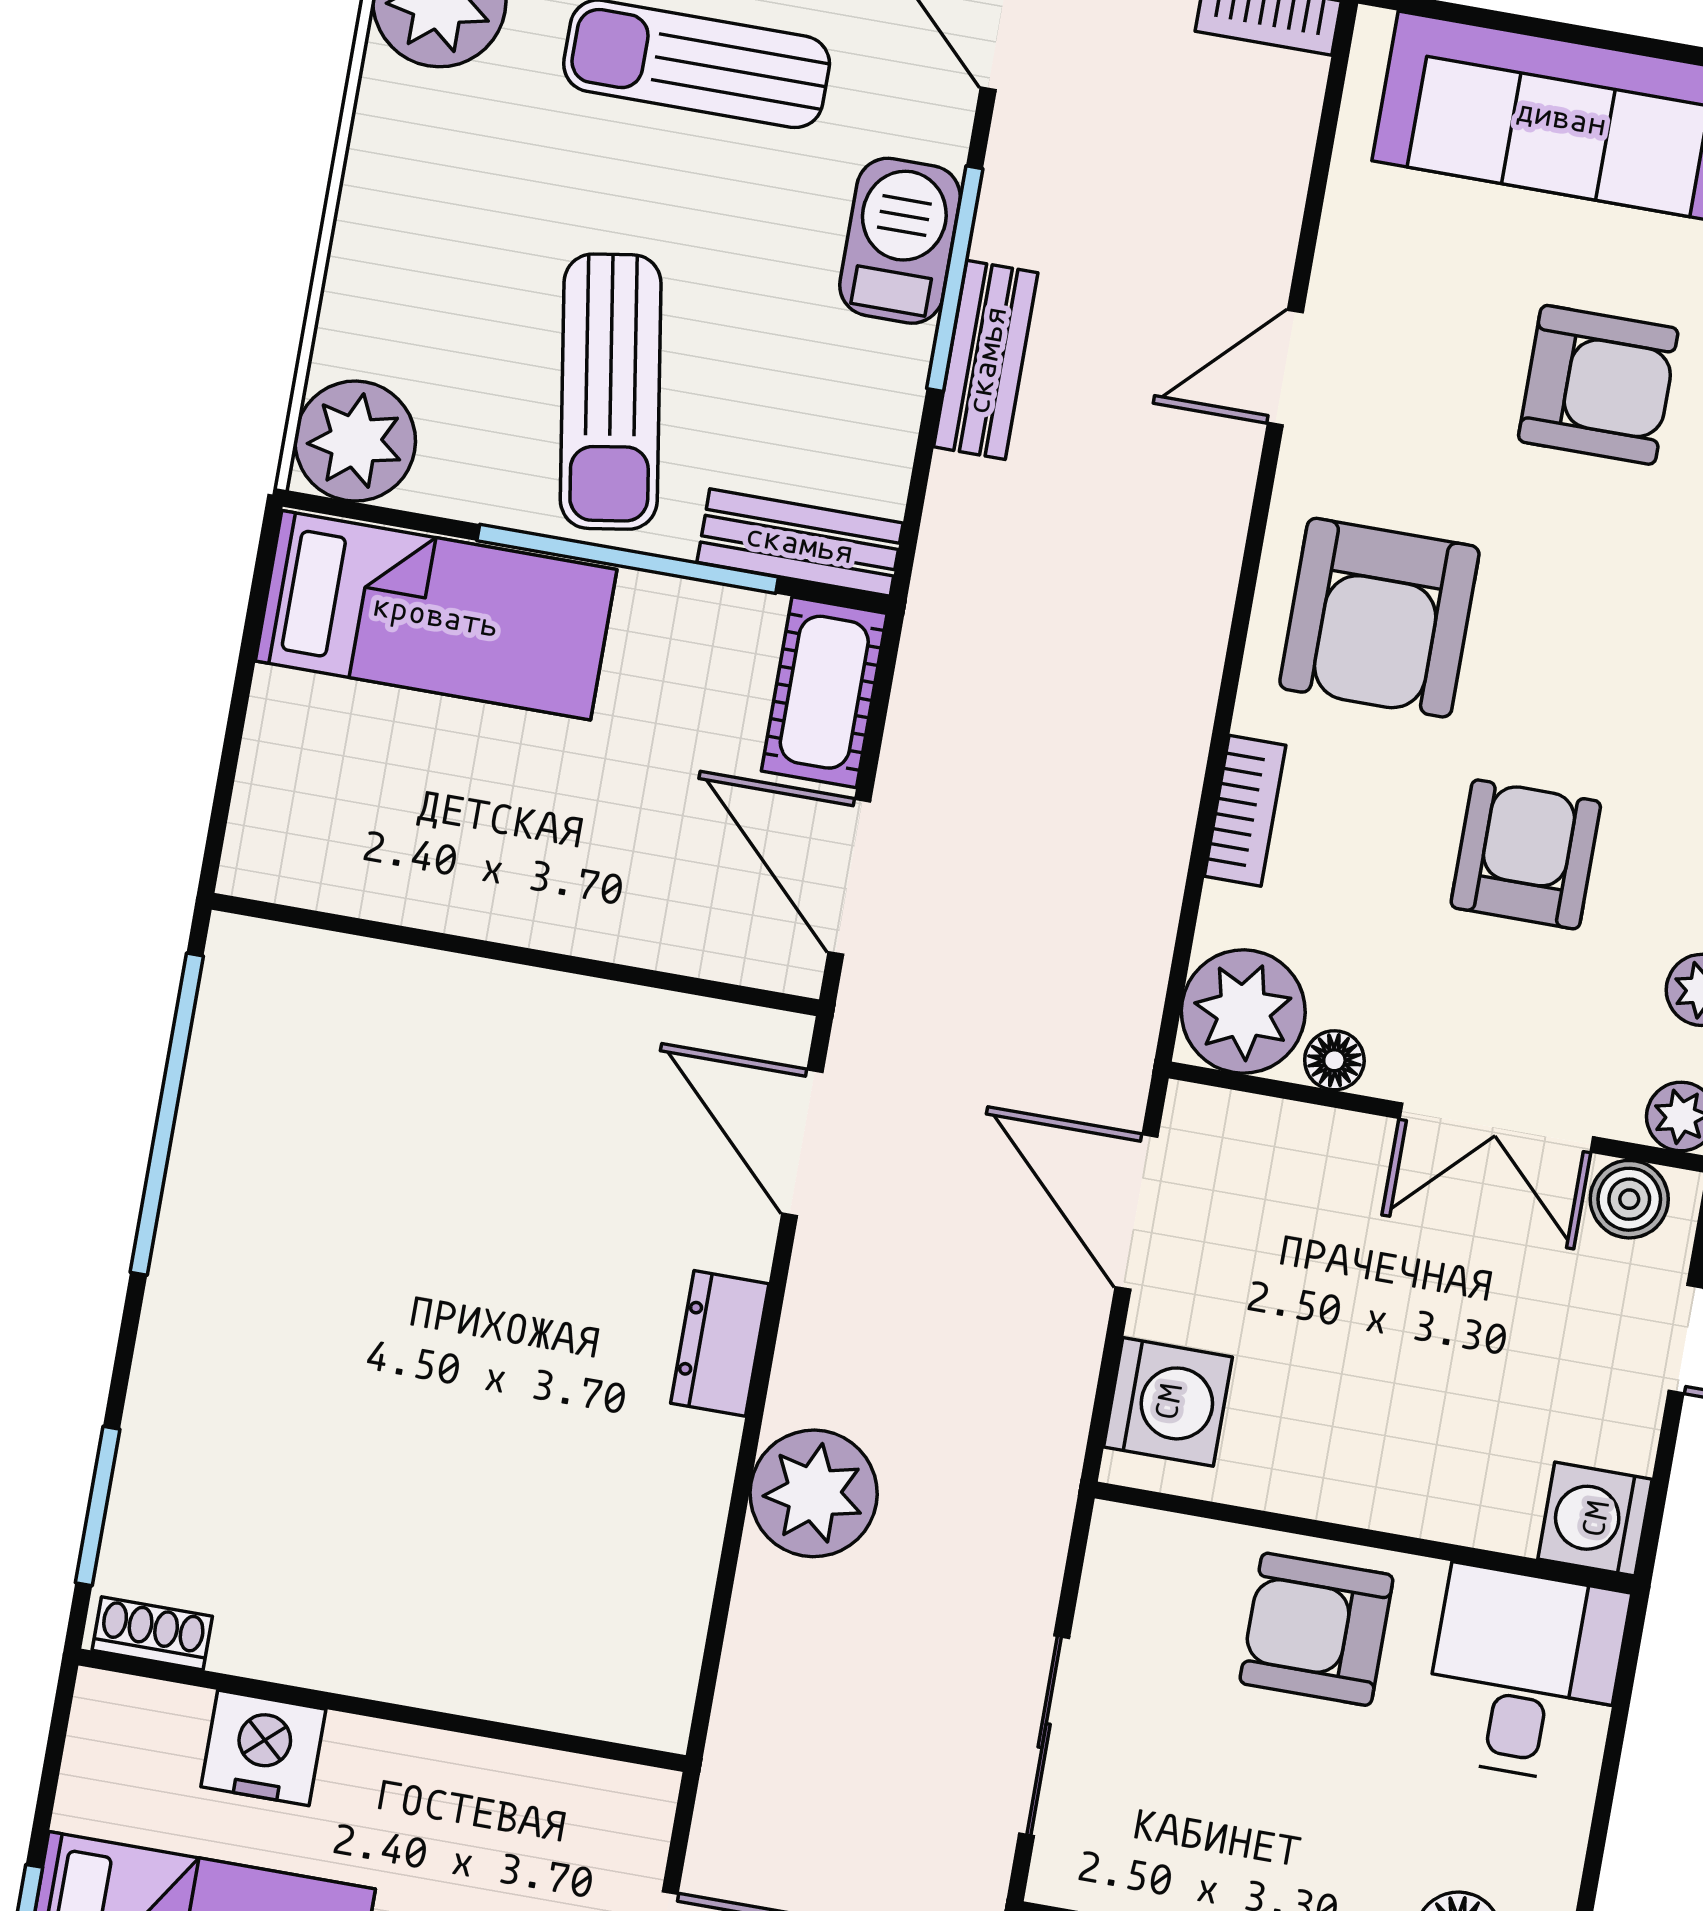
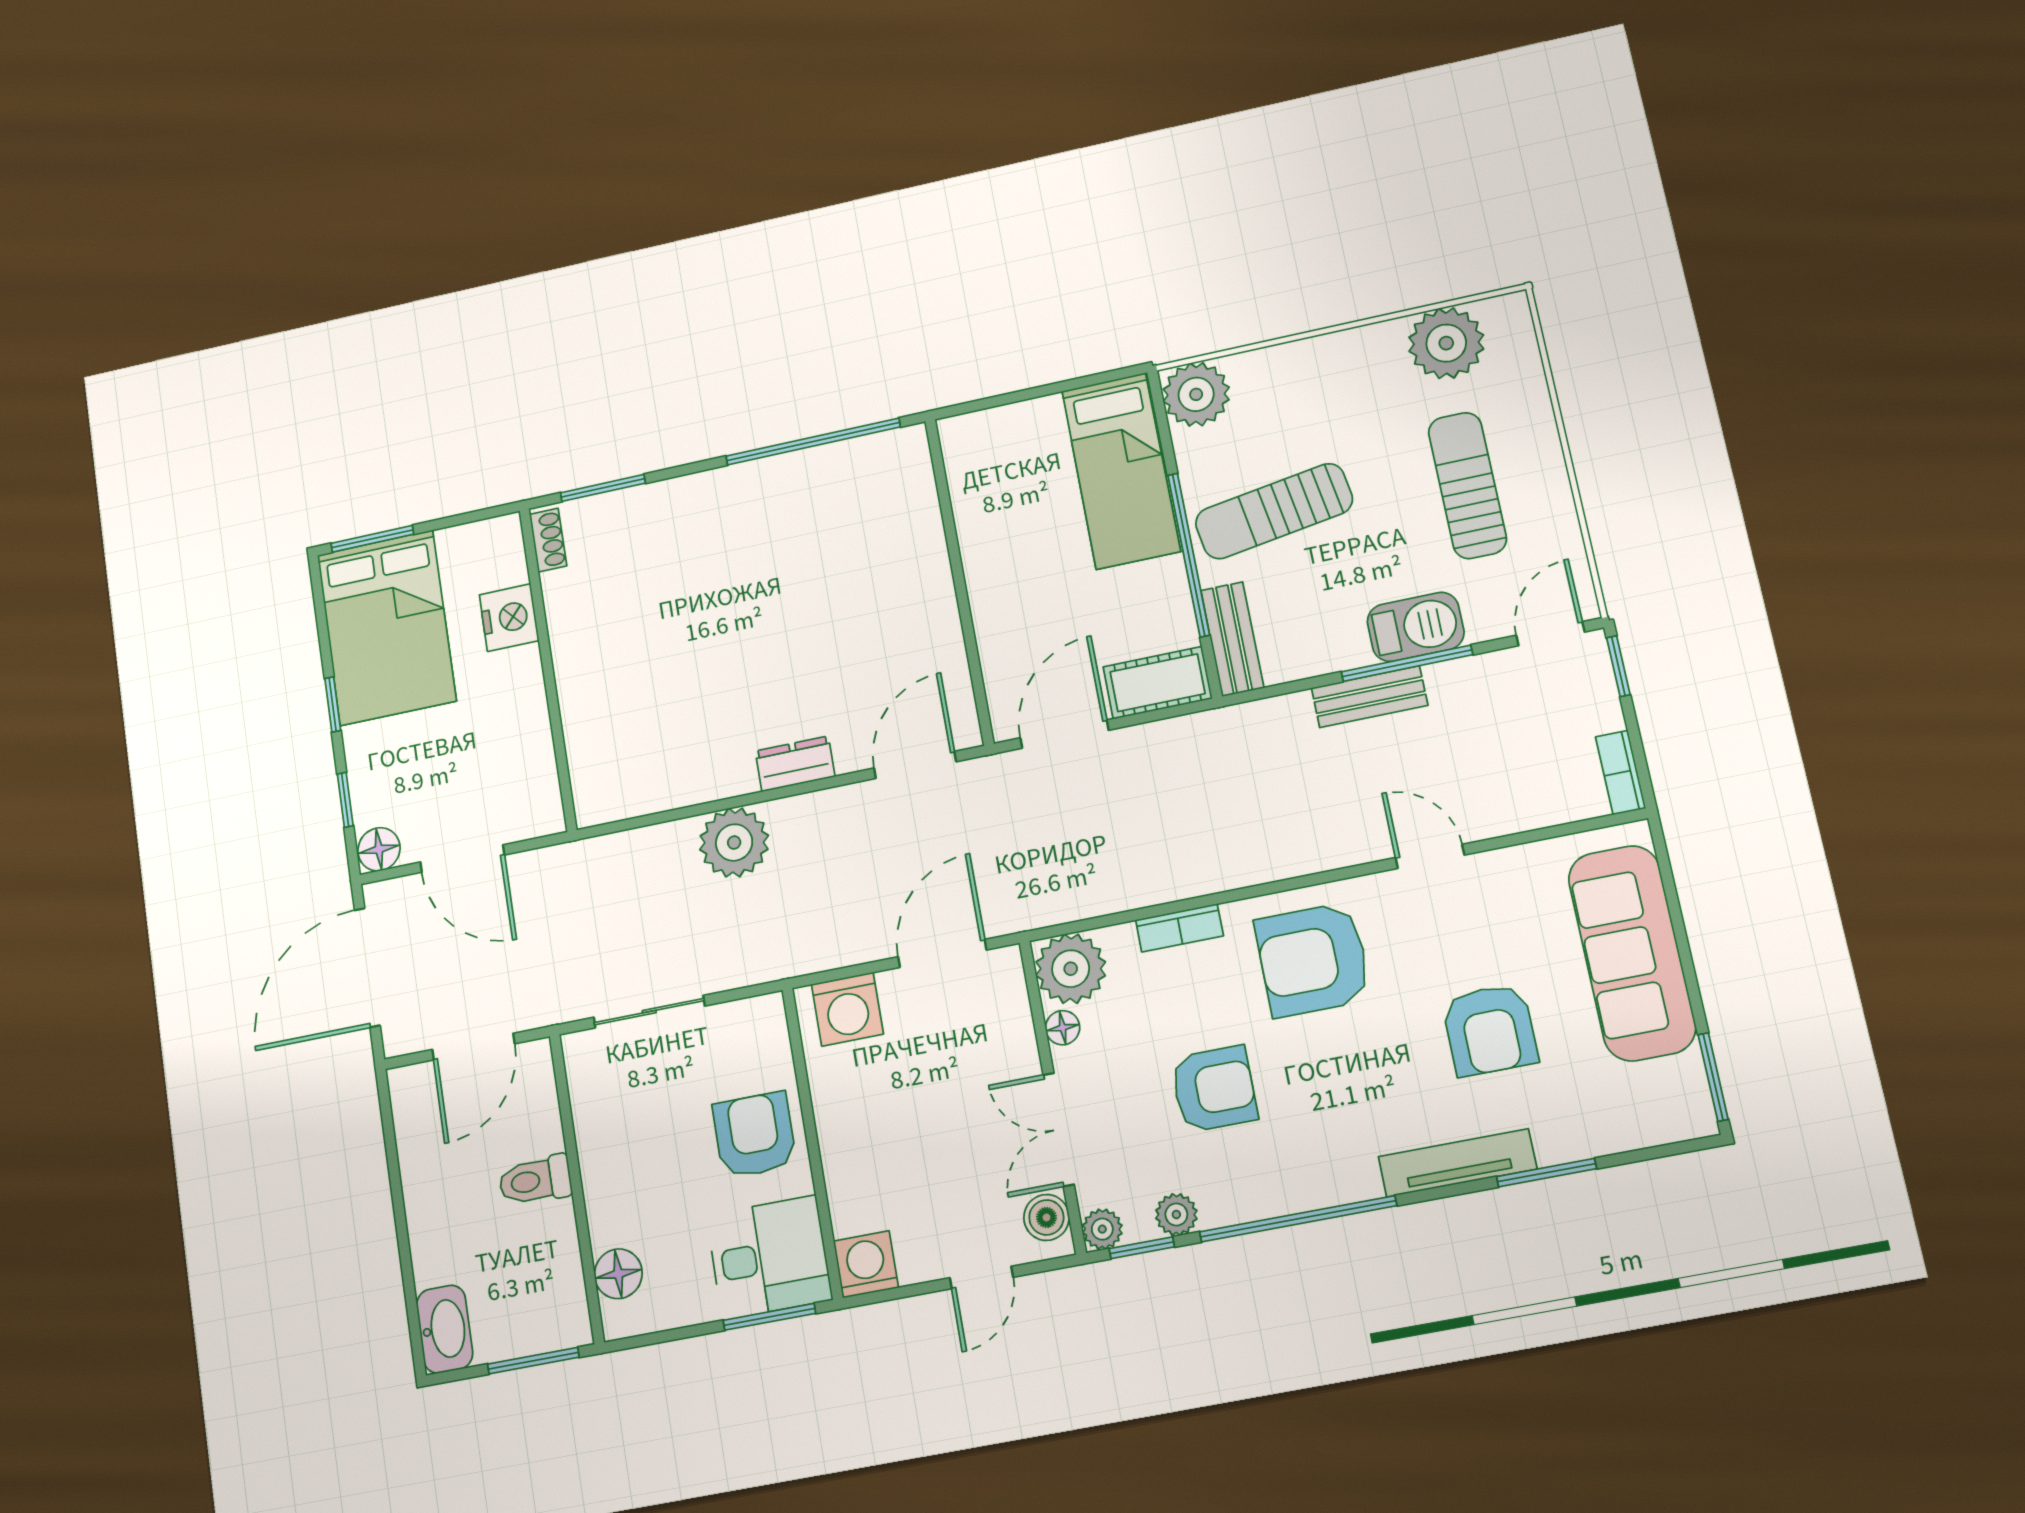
window: (1621, 1707) -> (769, 1317), added

